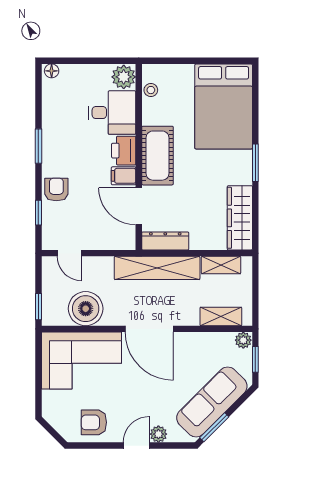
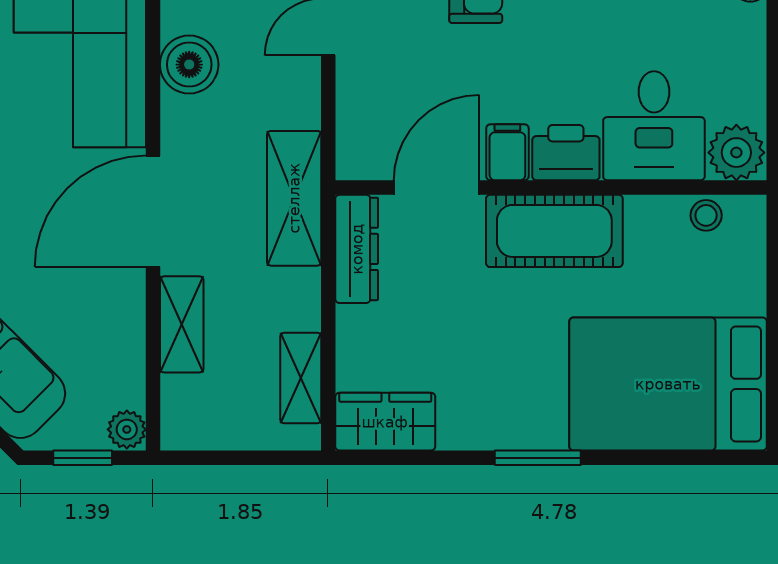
wardrobe: (240, 218) -> (385, 422), width x0.67
shelving: (157, 268) -> (294, 198), width x0.68
boiler: (86, 309) -> (189, 65), width x0.73, depth x0.73
shelving: (221, 316) -> (182, 324), moved

